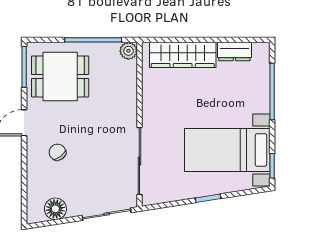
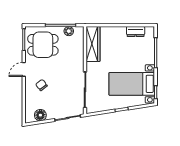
plant: (128, 51) -> (69, 31), moved
wardrobe: (183, 55) -> (93, 44), moved, turned -90

